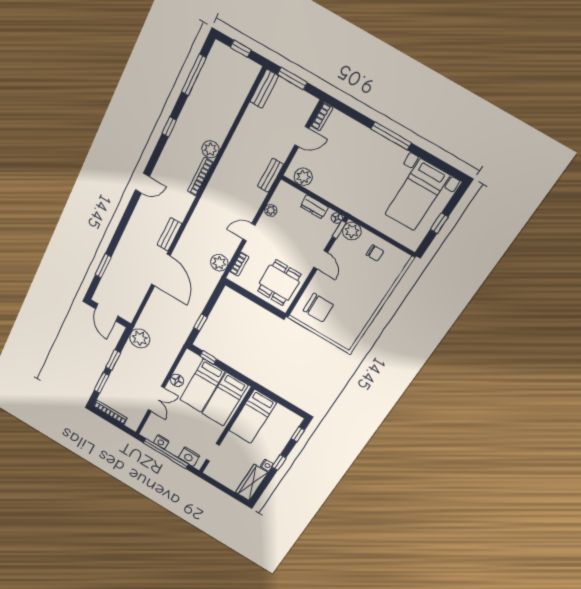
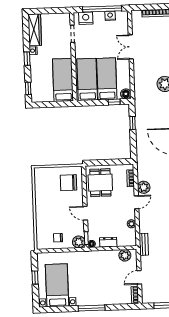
plant: (219, 263) -> (144, 187), moved
floor lamp: (177, 380) -> (126, 94), moved

